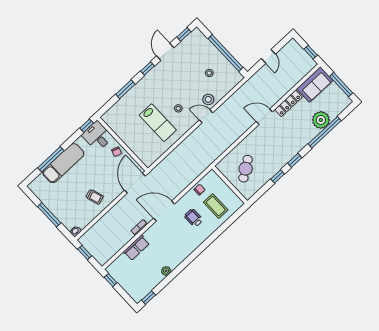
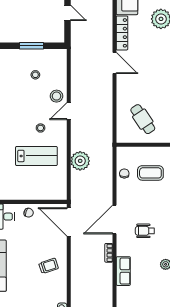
window: (226, 53) -> (32, 46), width x0.47
door: (264, 117) -> (114, 63), swing flipped
plant: (181, 154) -> (80, 161), added
wheelchair: (194, 218) -> (145, 231), moved

